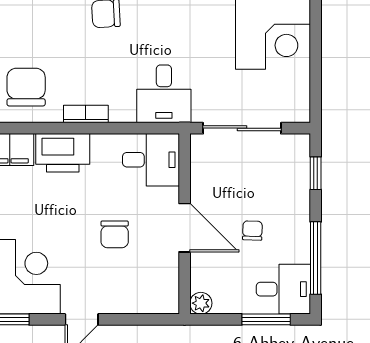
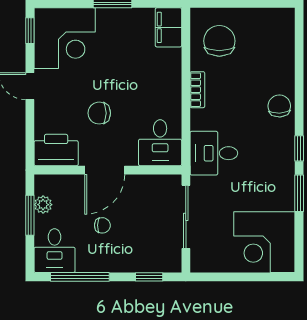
chair: (26, 87) -> (219, 41), turned -90
printer: (63, 153) -> (56, 150), moved, turned 90
plant: (201, 303) -> (43, 205), moved
window: (266, 319) -> (30, 215), moved

